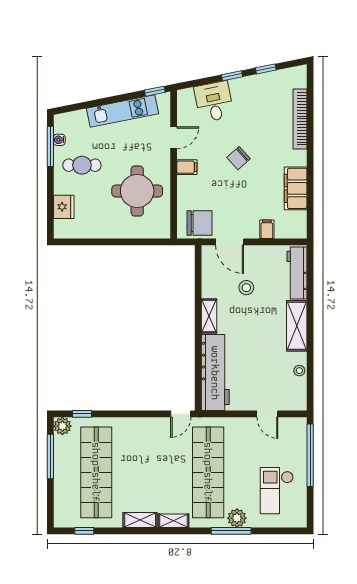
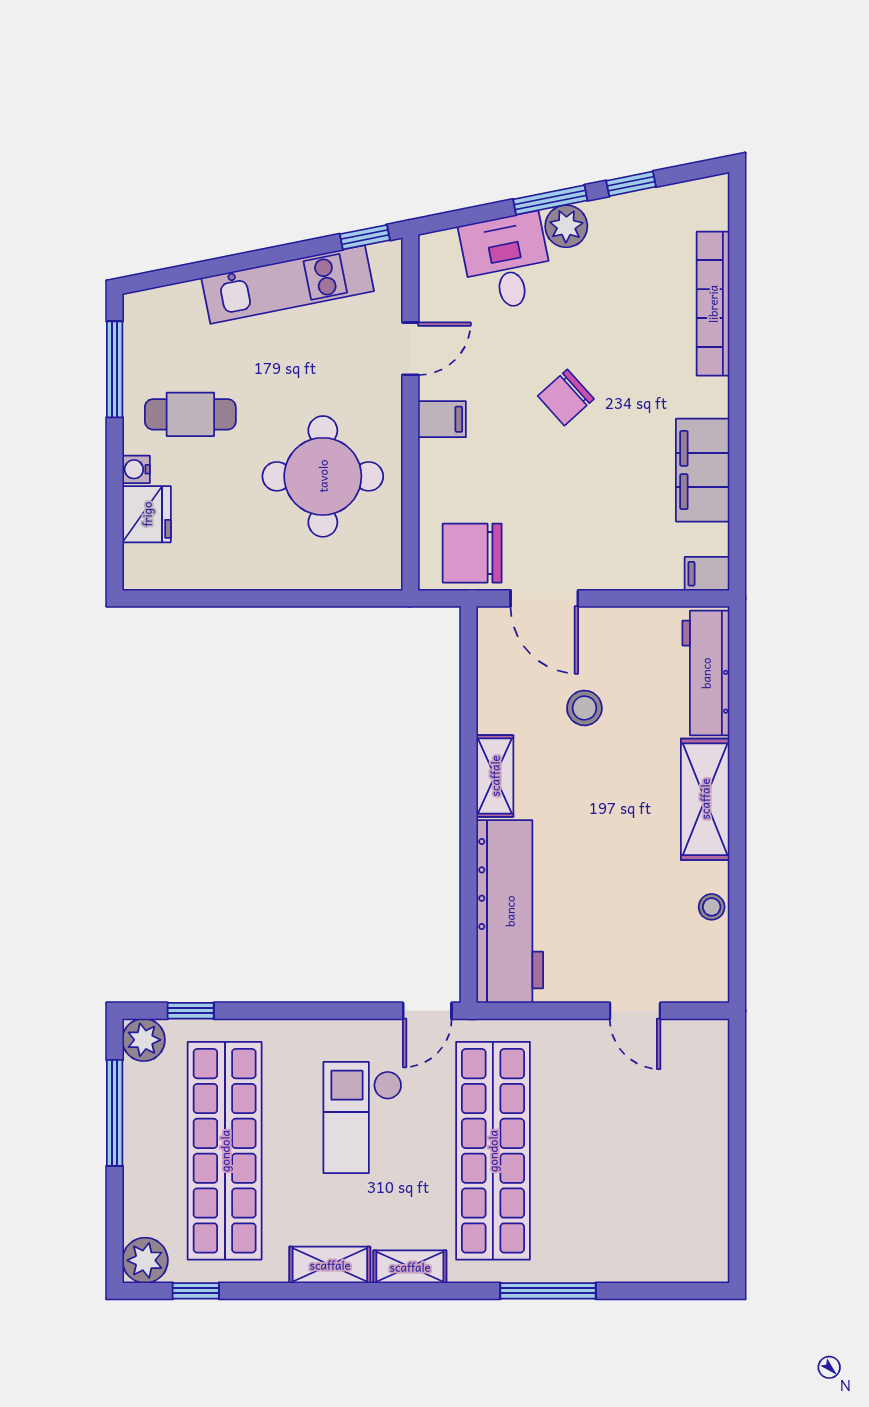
window: (232, 76) -> (550, 200), width x1.50
plant: (239, 87) -> (566, 226), added
water cooler: (59, 140) -> (136, 469), moved
chair: (200, 223) -> (472, 553), turned 180
filing cabinet: (267, 229) -> (707, 574), moved, turned -90
window: (310, 455) -> (737, 1110), removed
checkout: (277, 491) -> (363, 1118), moved
plant: (237, 518) -> (145, 1260), moved

